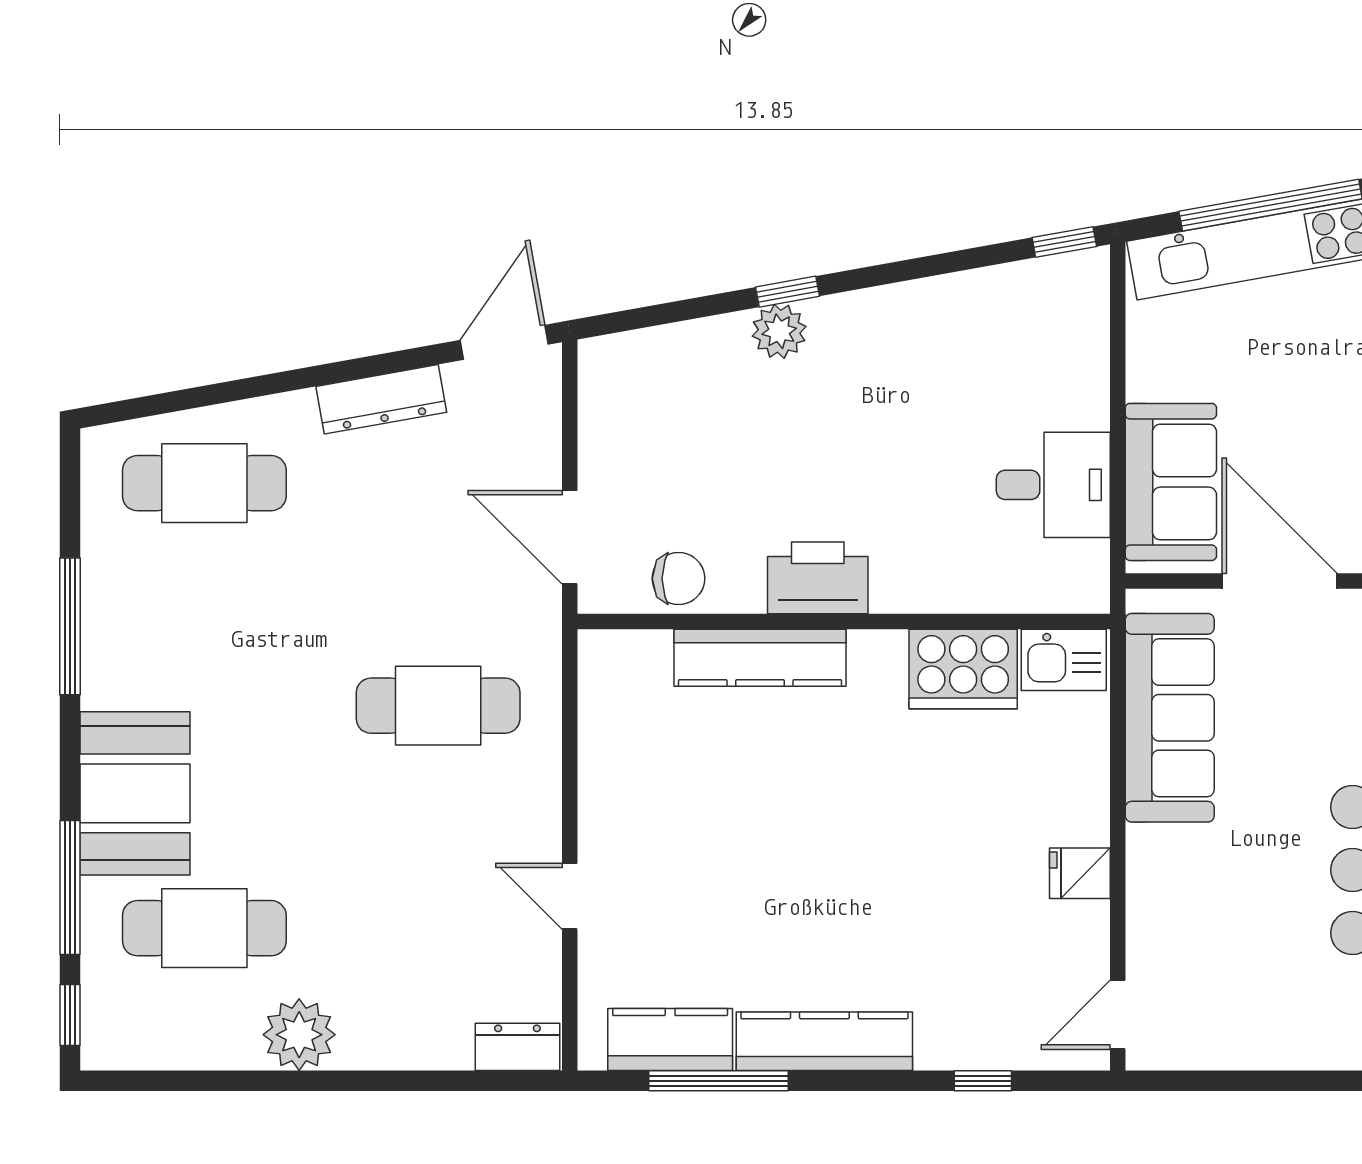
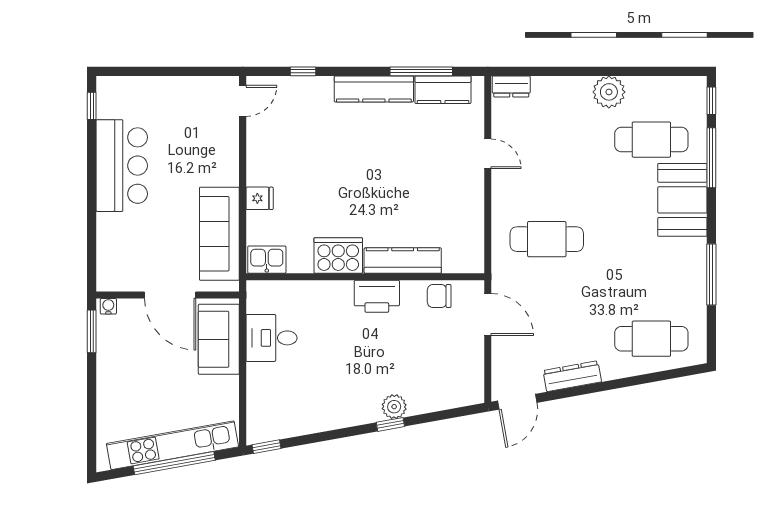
cooker: (963, 669) -> (338, 256), moved
fridge: (1080, 873) -> (260, 198), moved

